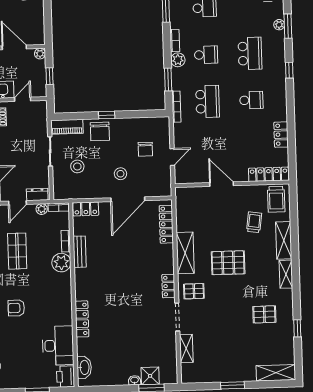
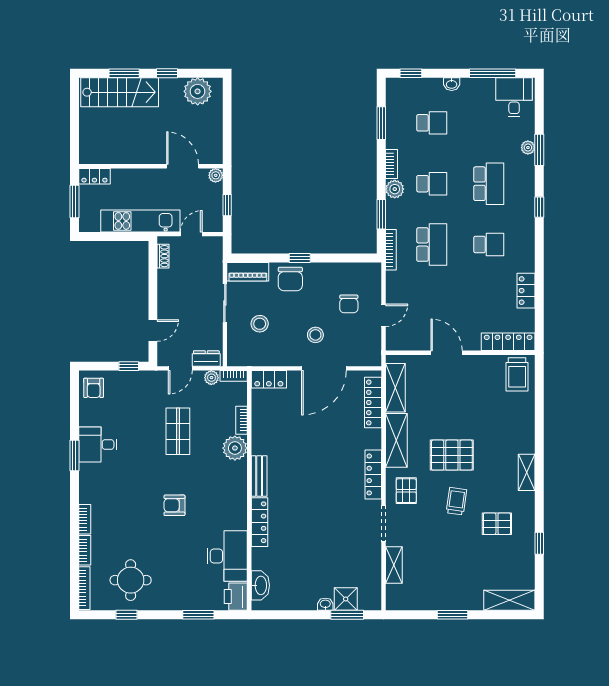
trolley: (254, 222) -> (456, 501), moved
shelving: (284, 240) -> (395, 388), moved
bench: (80, 252) -> (259, 476), moved
locker: (168, 286) -> (373, 474), width x1.53
pallet: (194, 291) -> (406, 491), turned 90

